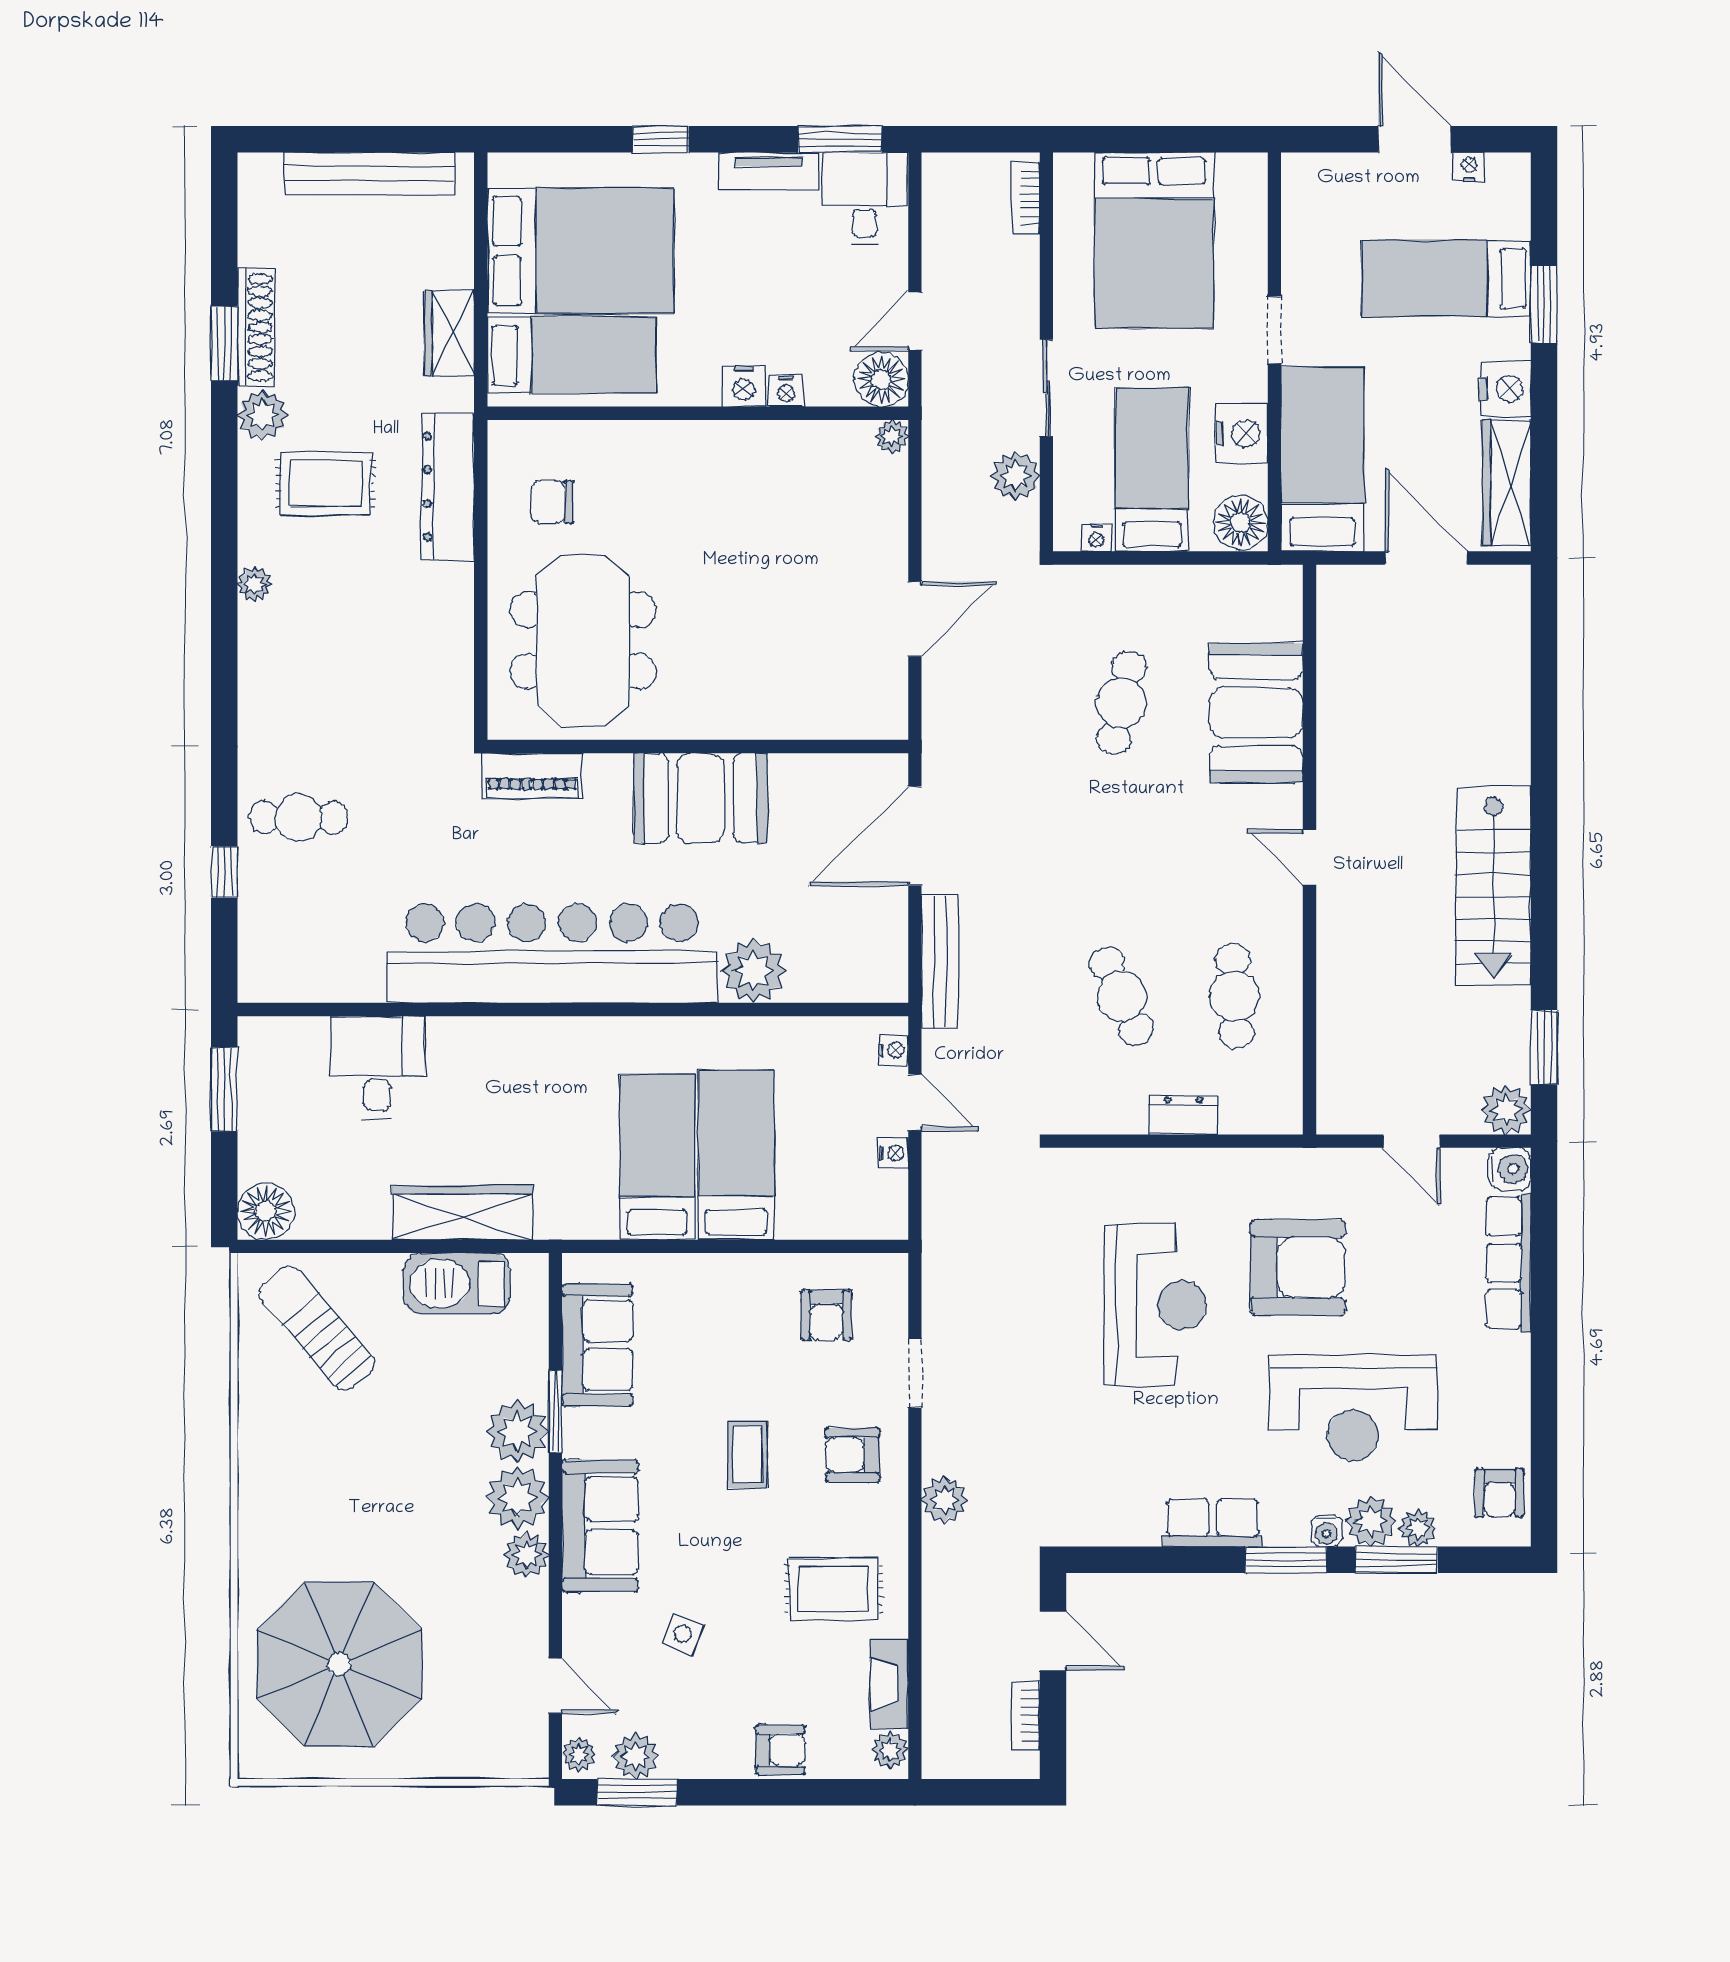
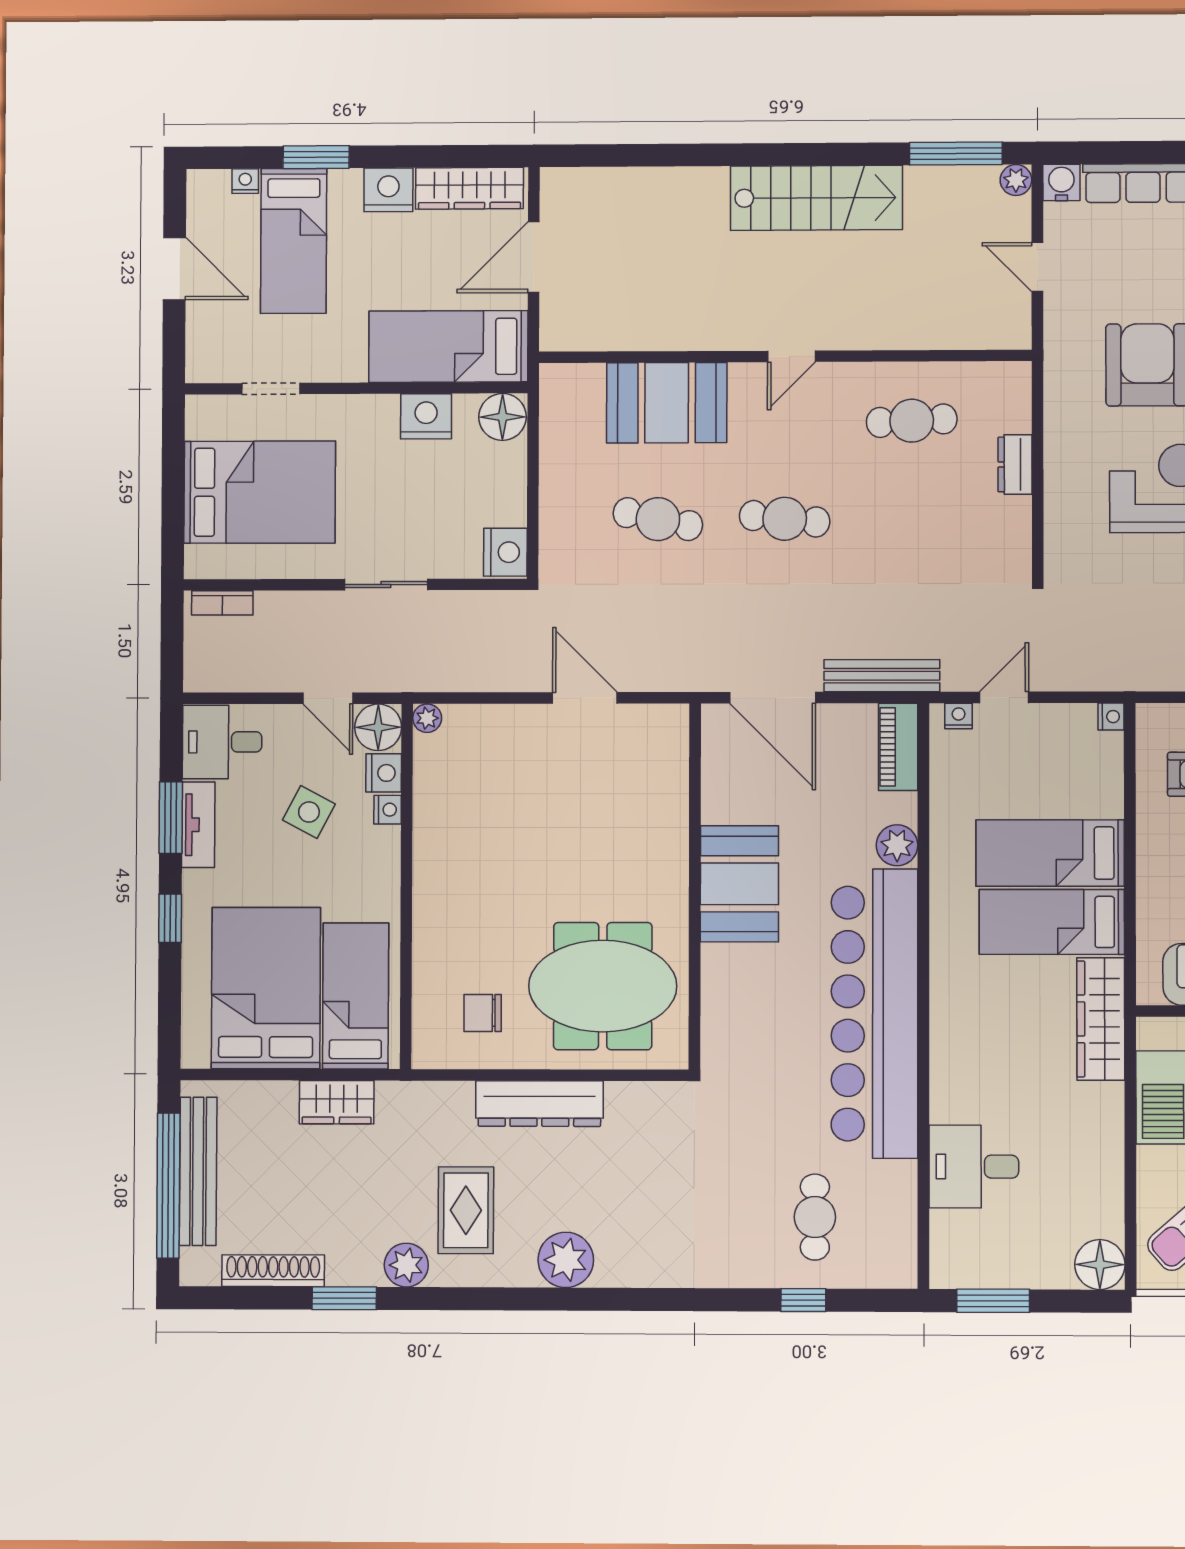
window: (353, 139) -> (168, 1186), added
window: (840, 139) -> (171, 818), moved
door: (1415, 139) -> (174, 269), swing flipped
nightstand: (1469, 167) -> (245, 181), moved, turned 90
side table: (783, 300) -> (309, 812), added
shoe rack: (256, 327) -> (273, 1271), moved
doorway: (1274, 330) -> (271, 389), moved
nightstand: (744, 386) -> (384, 773), moved
bed: (1152, 470) -> (457, 494), removed
plant: (1015, 476) -> (462, 611), removed
dresser: (448, 486) -> (539, 1104), moved
chair: (552, 502) -> (483, 1013), turned 90
nightstand: (1097, 537) -> (505, 552), width x1.89, depth x1.79
plant: (254, 584) -> (566, 1260), width x1.88, depth x1.88
piano: (532, 776) -> (898, 747), moved, turned 180
cafe table: (299, 817) -> (815, 1217), moved
plant: (754, 971) -> (897, 845), width x0.73, depth x0.73
cafe table: (1121, 996) -> (785, 519), moved, turned 30
window: (1544, 1047) -> (956, 153), width x1.44
plant: (1506, 1110) -> (1016, 180), width x0.73, depth x0.73
door: (1412, 1141) -> (1037, 267), swing flipped
nightstand: (894, 1153) -> (1111, 717), moved, turned 90
wardrobe: (463, 1213) -> (1101, 1019), moved

